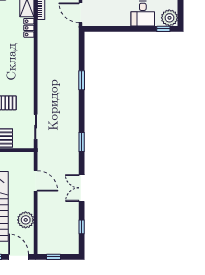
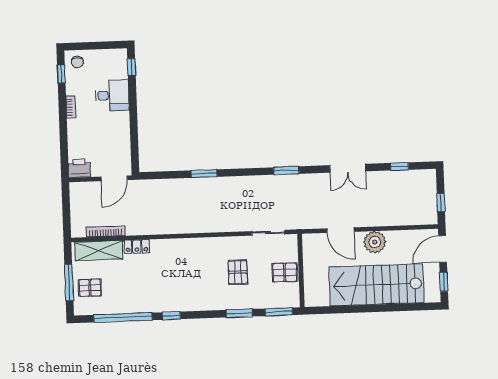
plant: (169, 18) -> (116, 60), removed
door: (36, 181) -> (340, 230), swing flipped
plant: (26, 220) -> (375, 242), moved

